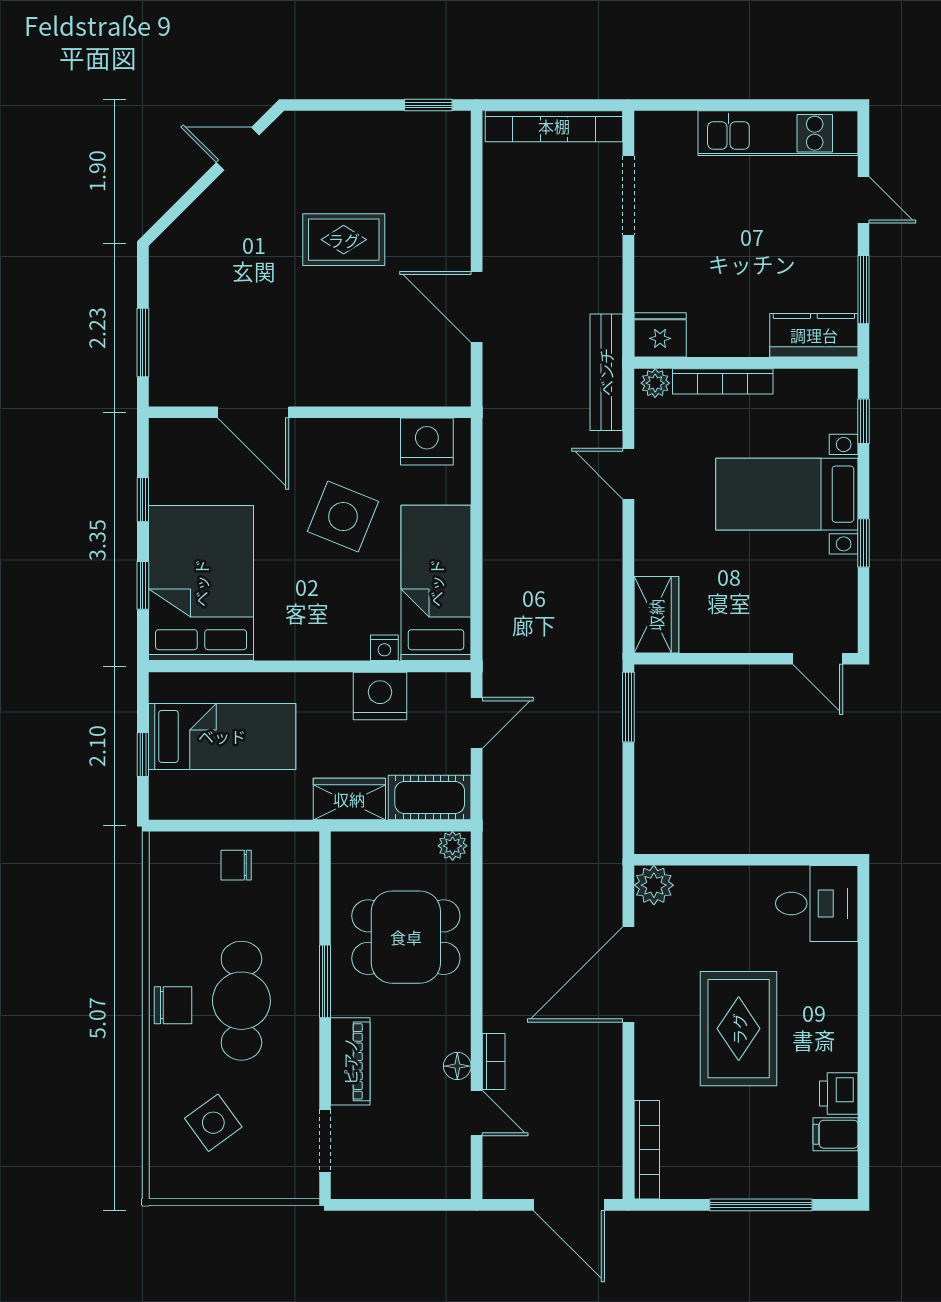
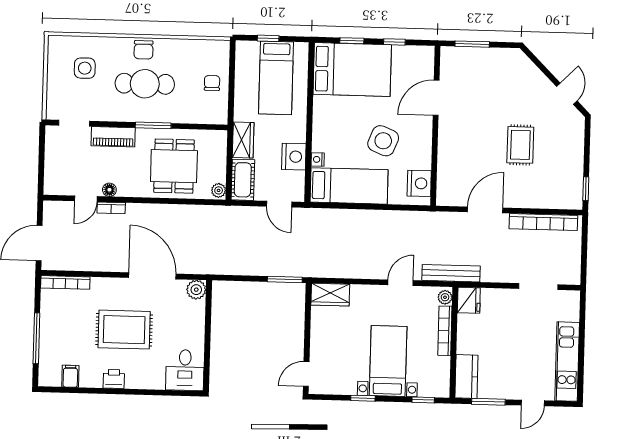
bookcase: (554, 126) -> (543, 222), moved, turned -90
printer: (839, 1093) -> (114, 379), moved
side table: (213, 1123) -> (85, 68), turned 35

